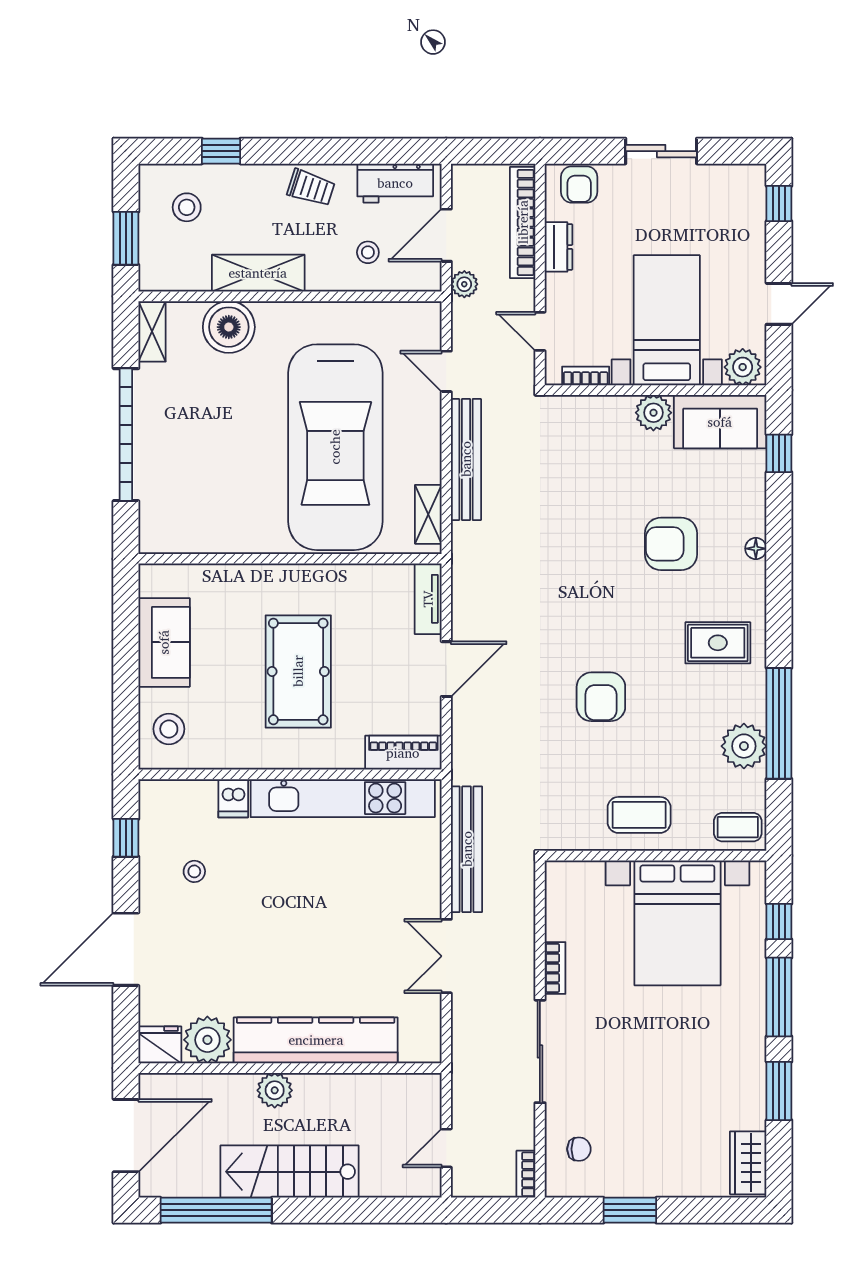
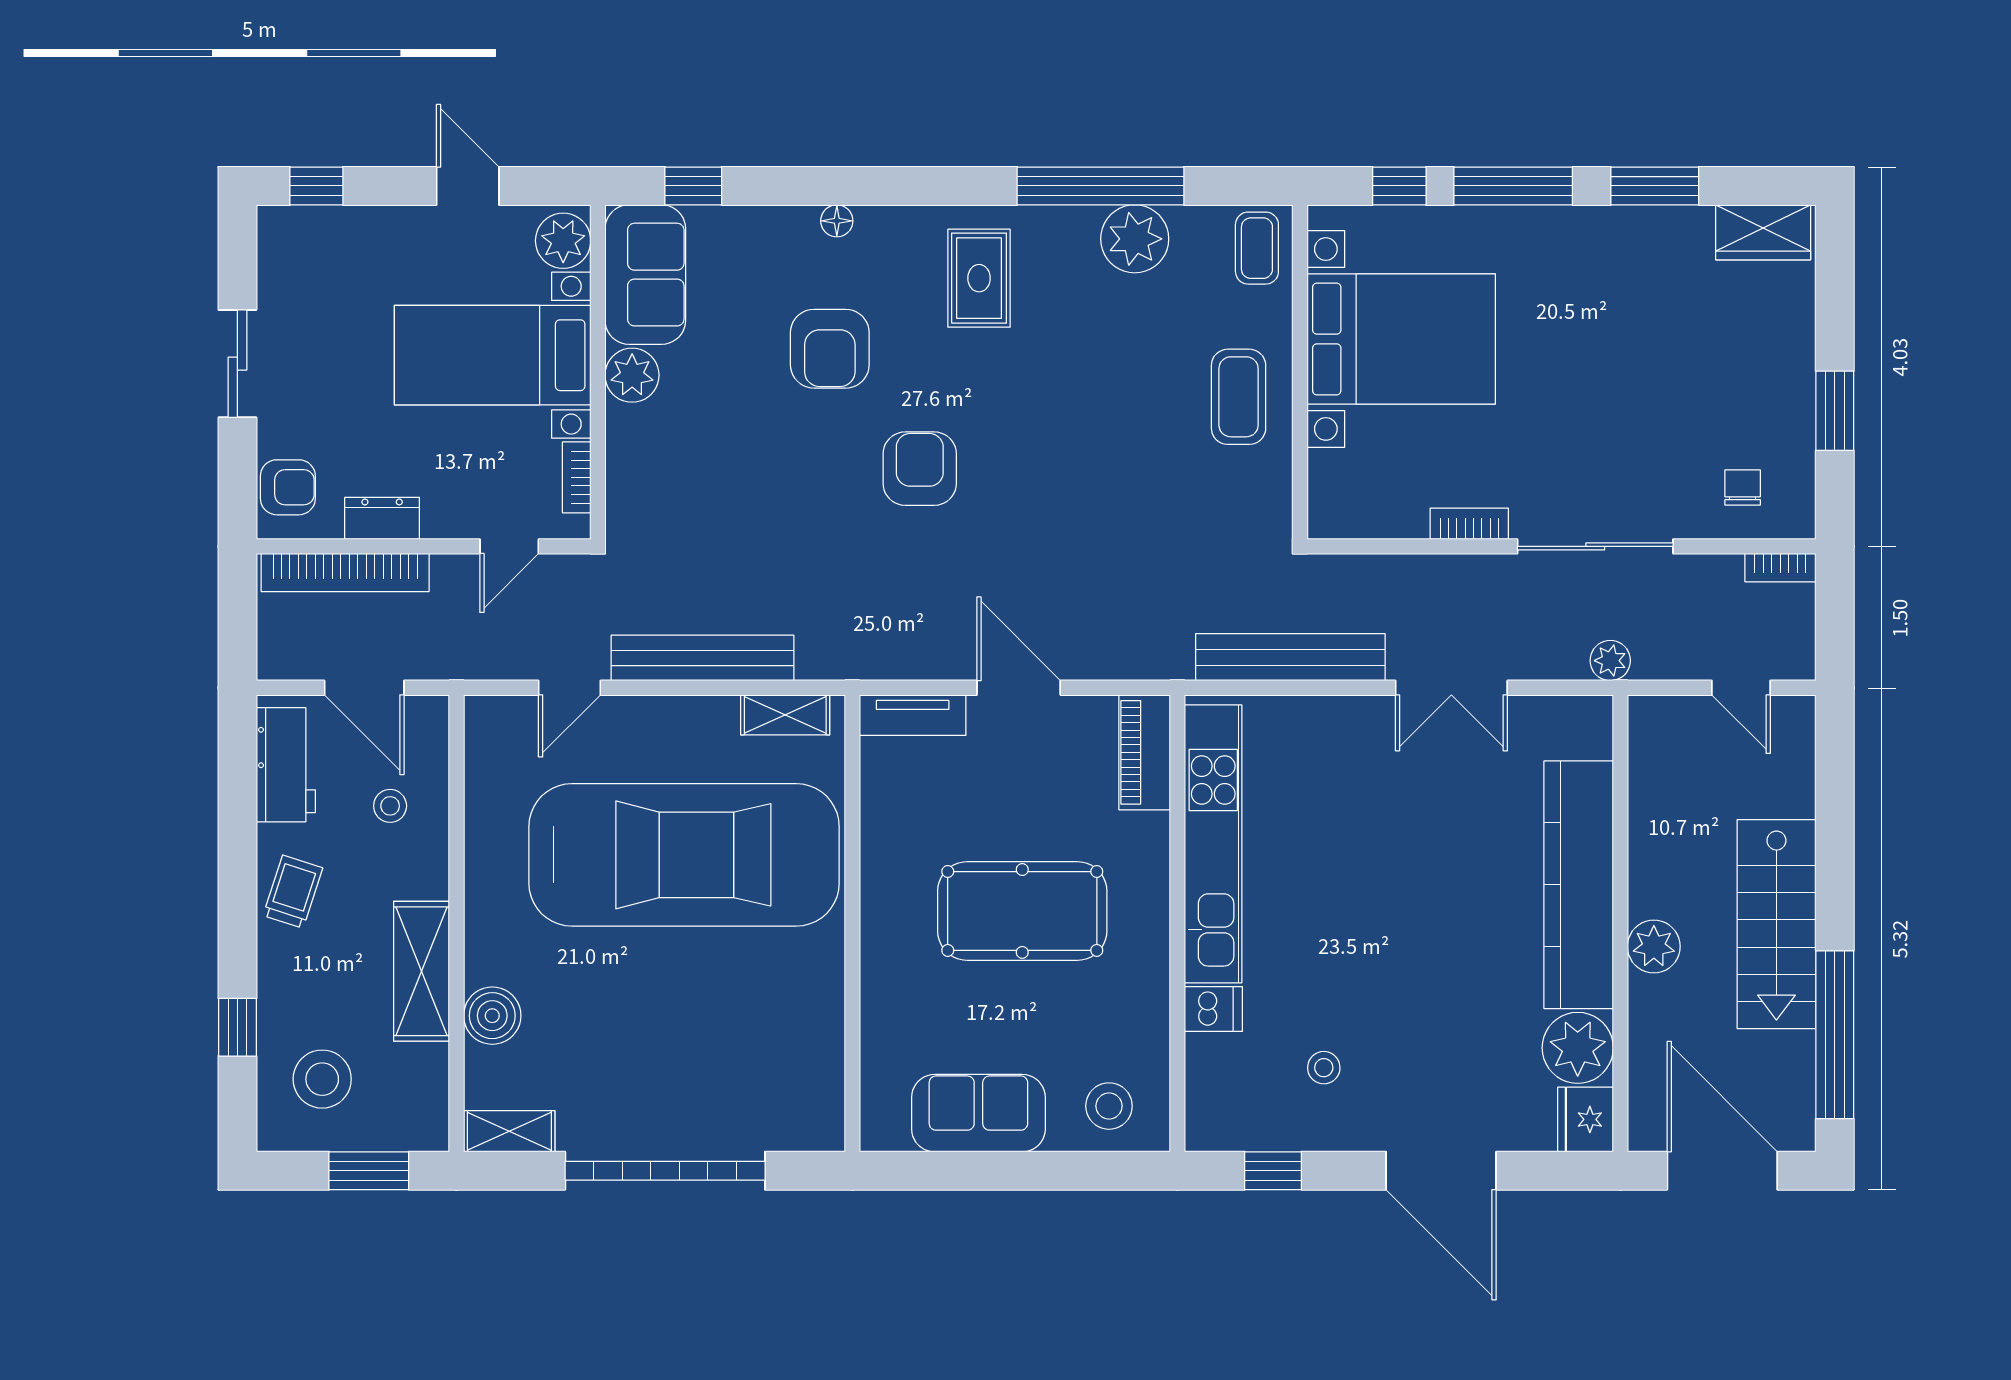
stool: (187, 207) -> (322, 1079), width x1.38, depth x1.38
plant: (464, 284) -> (1610, 661), moved
boiler: (229, 327) -> (492, 1016), width x0.73, depth x0.73
armchair: (601, 697) -> (920, 469), moved, turned -90

